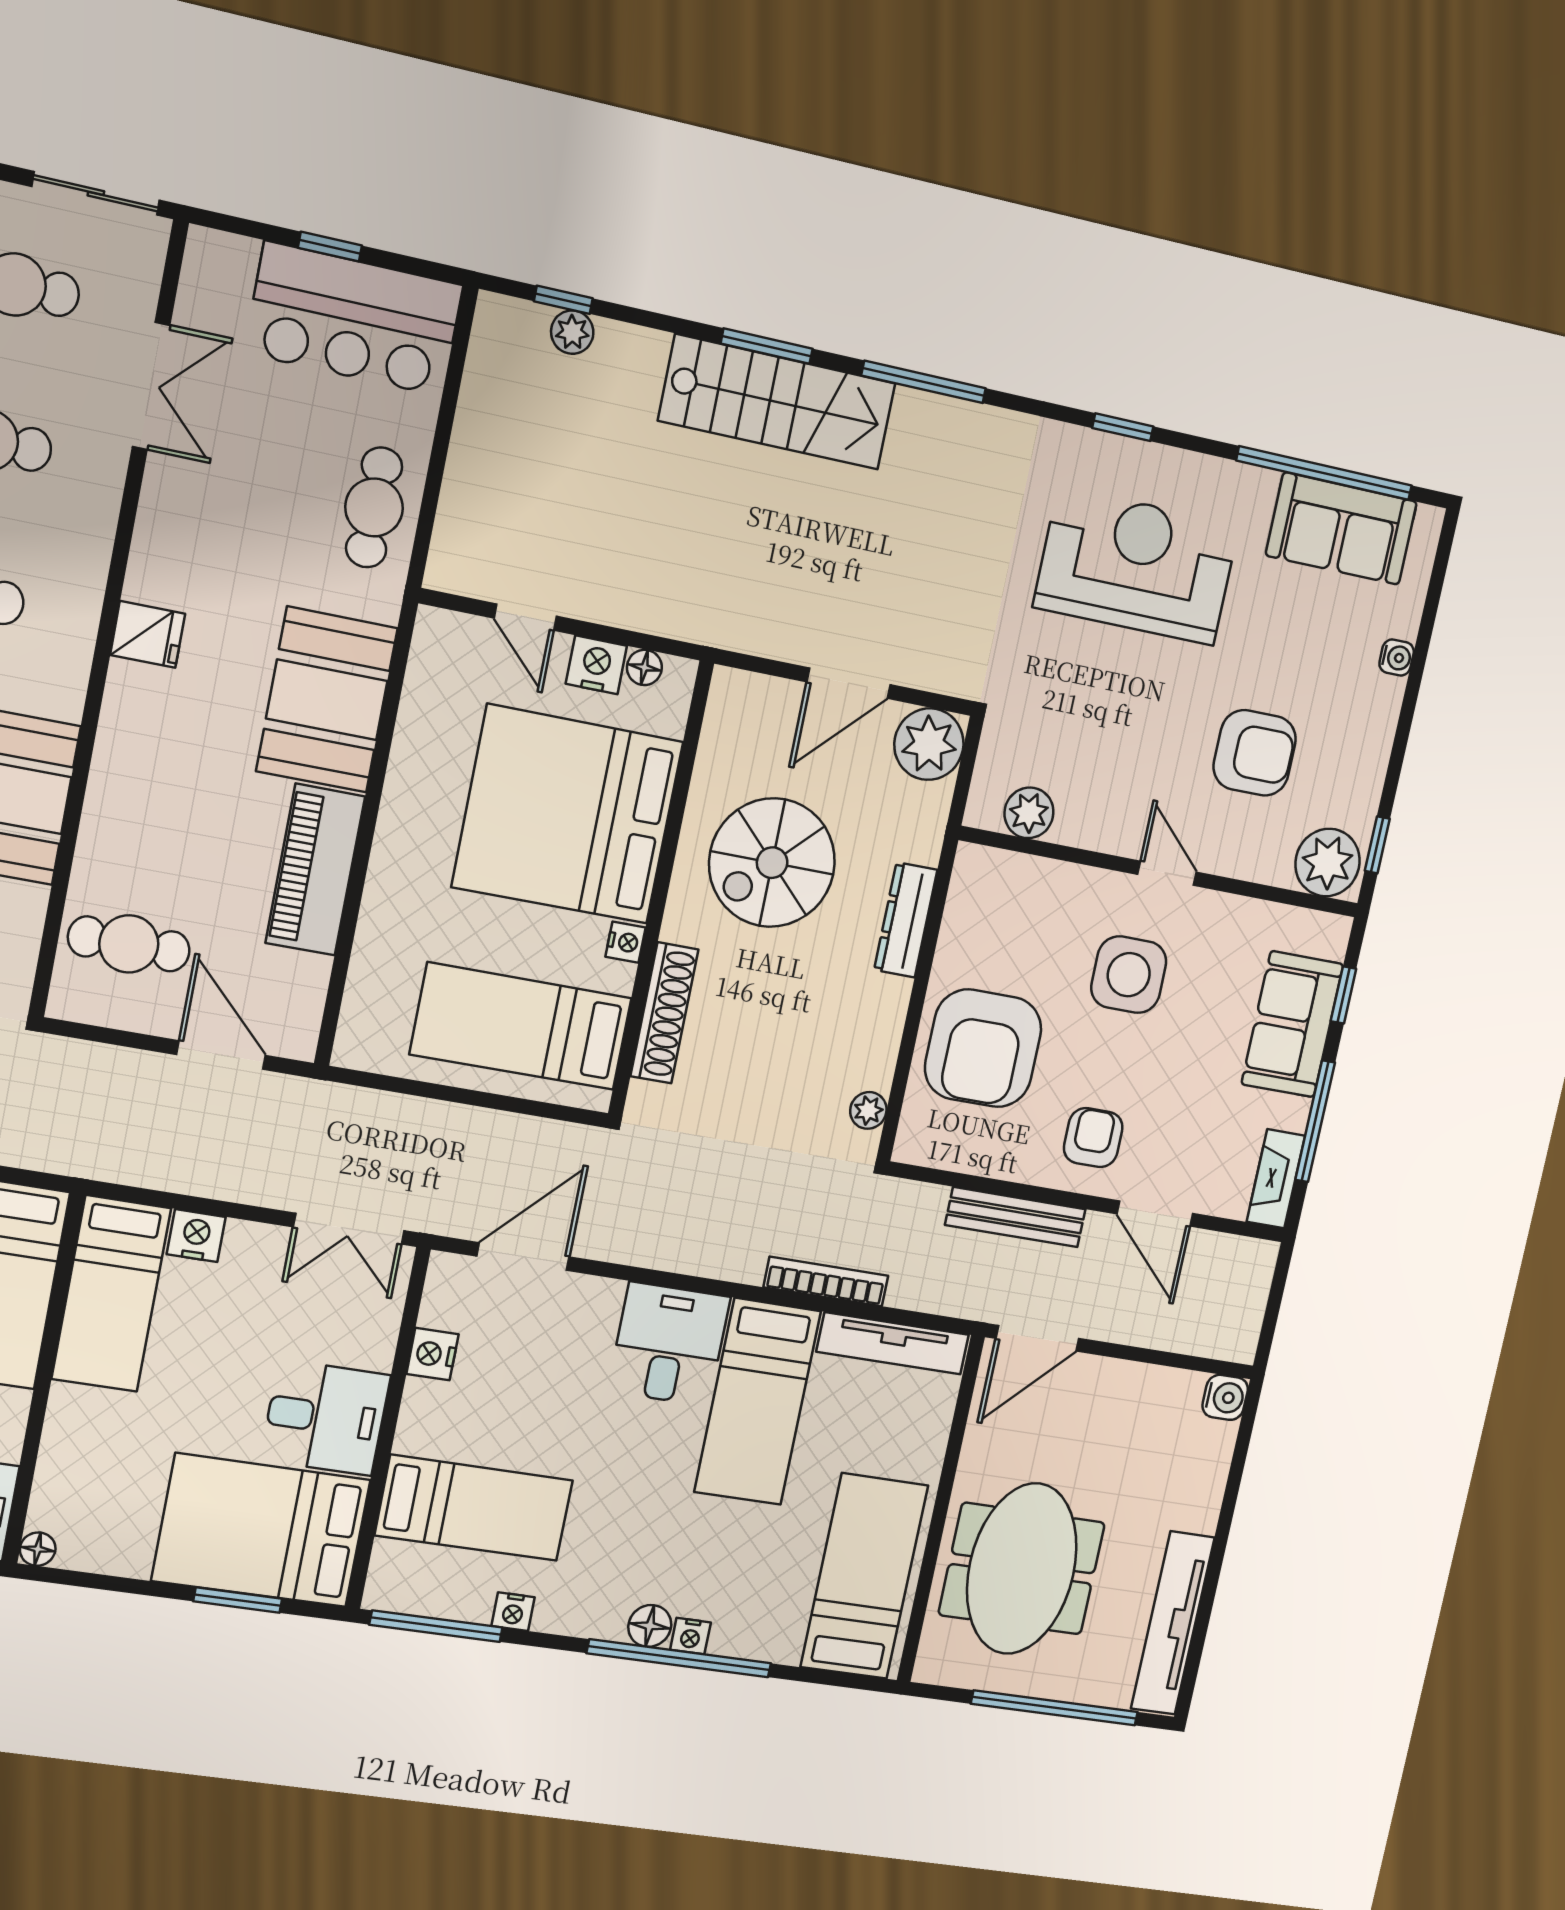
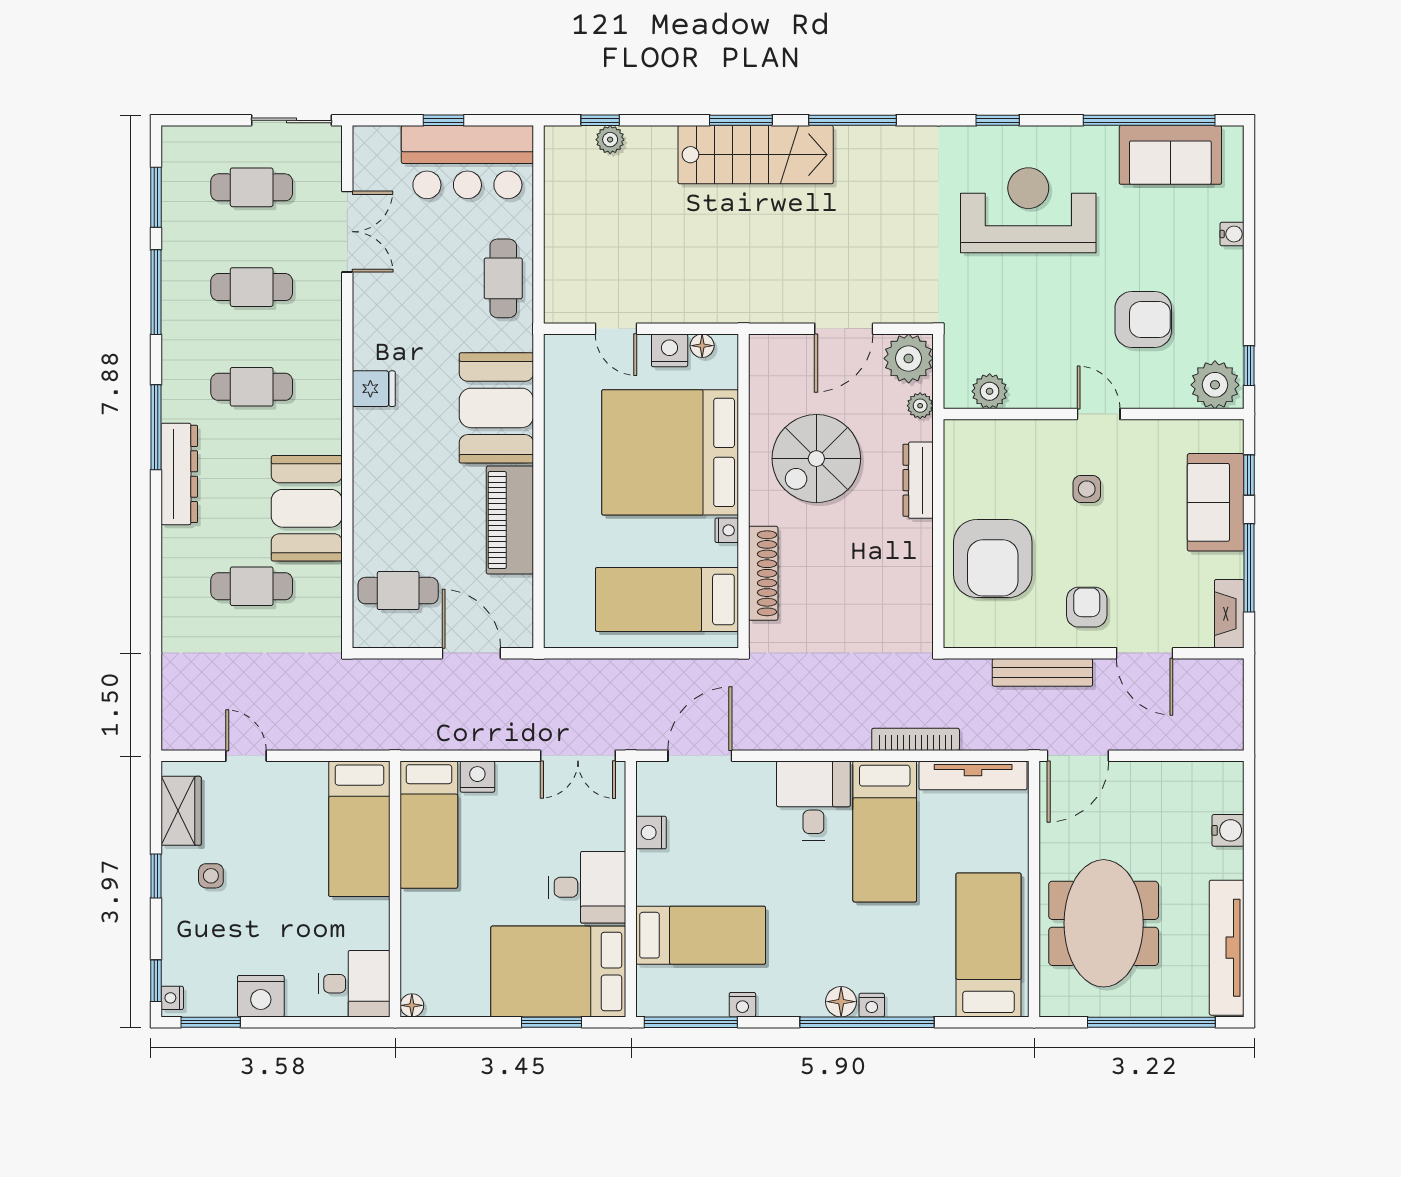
side table: (1129, 975) -> (1087, 489), width x0.54, depth x0.54
plant: (868, 1110) -> (920, 406), moved
water cooler: (1225, 1397) -> (1228, 830), moved

